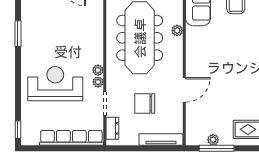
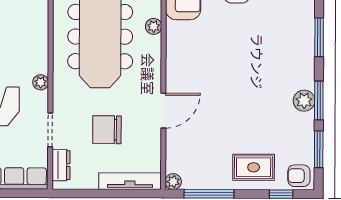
plant: (98, 82) -> (41, 99), removed
plant: (213, 140) -> (173, 182), moved

